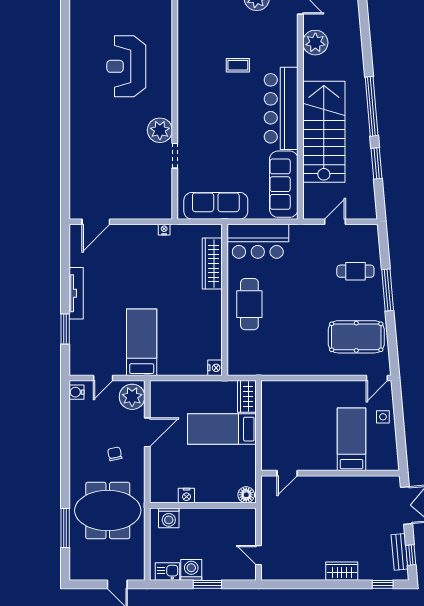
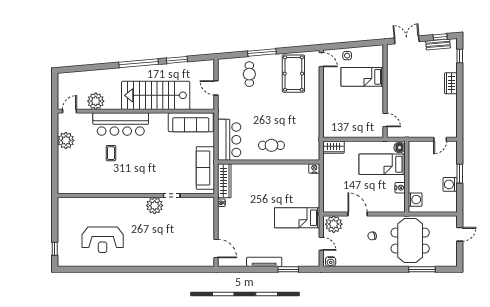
reception desk: (126, 66) -> (103, 240), moved
bar counter: (281, 108) -> (121, 124), moved
wardrobe: (212, 264) -> (224, 181), moved, turned -90
cafe table: (249, 304) -> (271, 145), width x0.73, depth x0.74
bed: (222, 429) -> (382, 164), moved, turned 90
kitchen sink: (167, 571) -> (451, 200), removed

